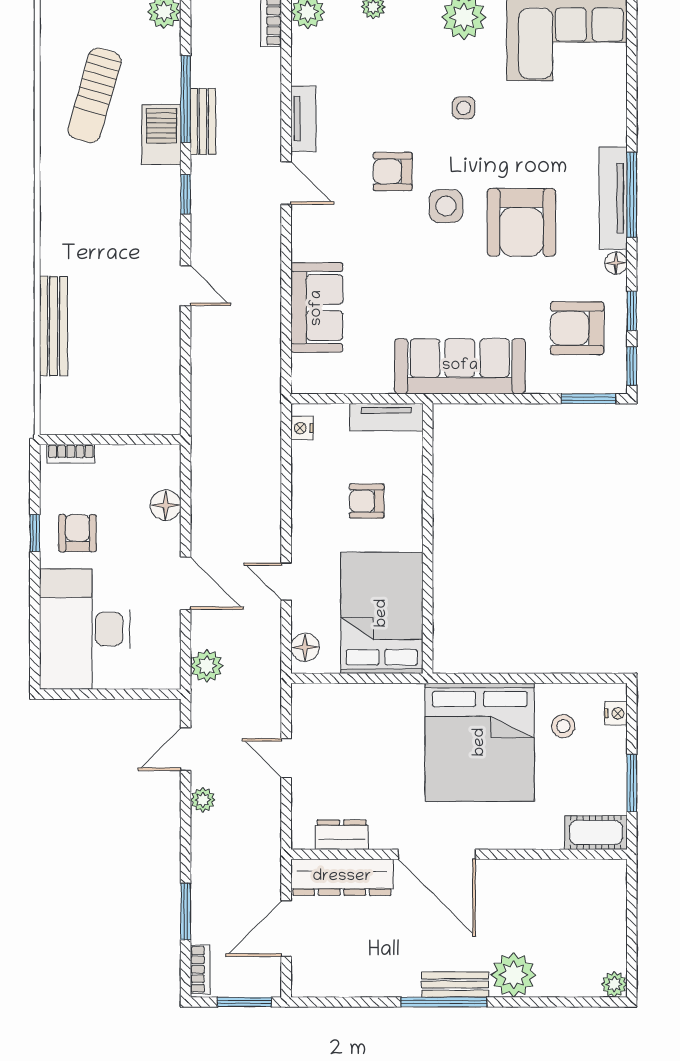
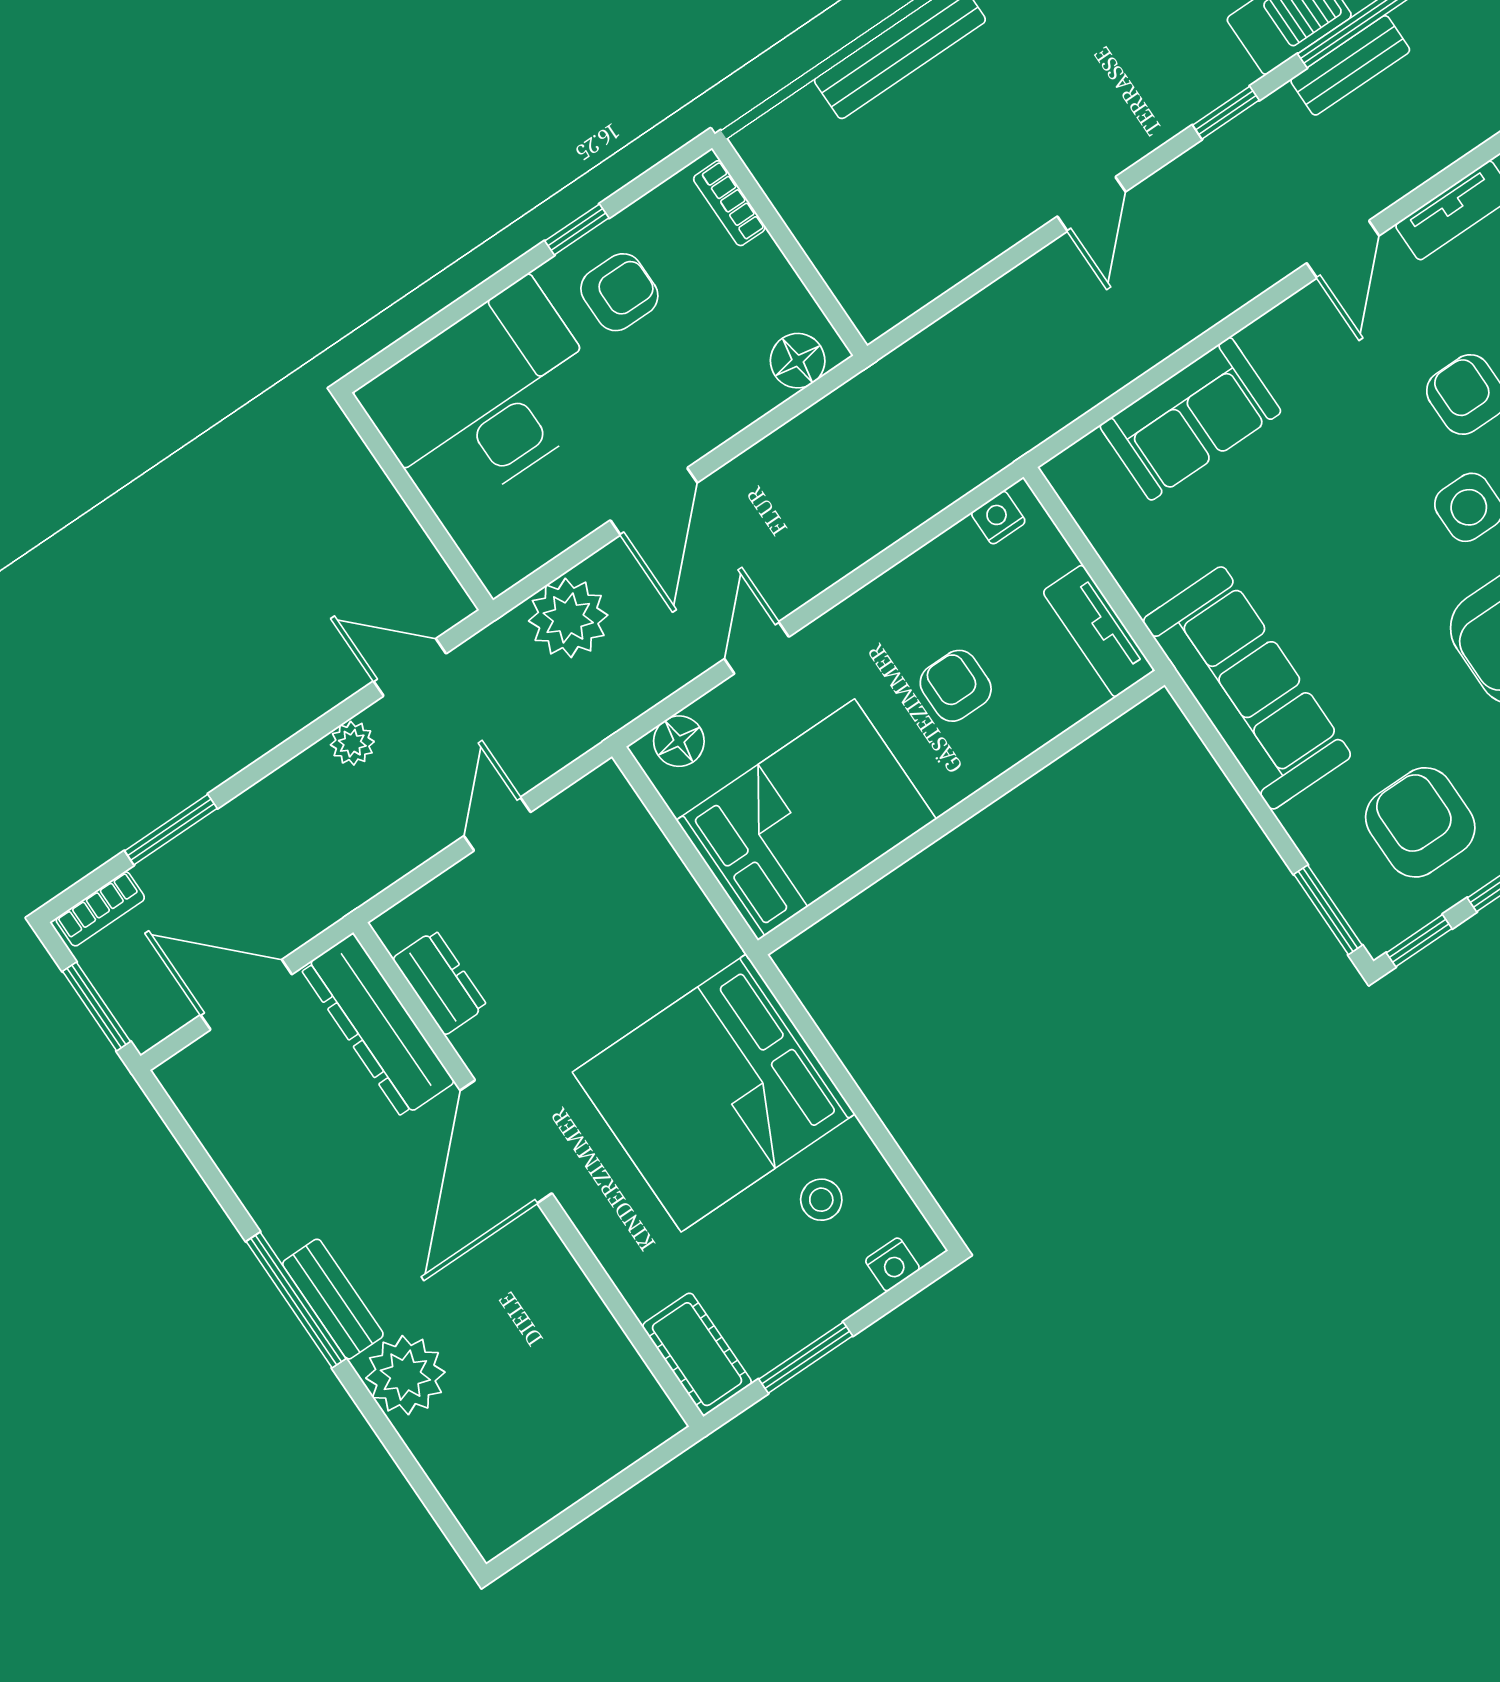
floor lamp: (166, 505) -> (798, 361), moved
plant: (207, 666) -> (568, 618), width x1.36, depth x1.36
plant: (614, 984) -> (492, 1533), removed

